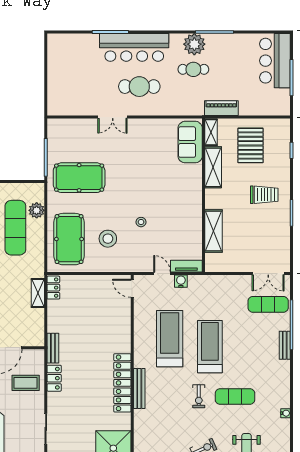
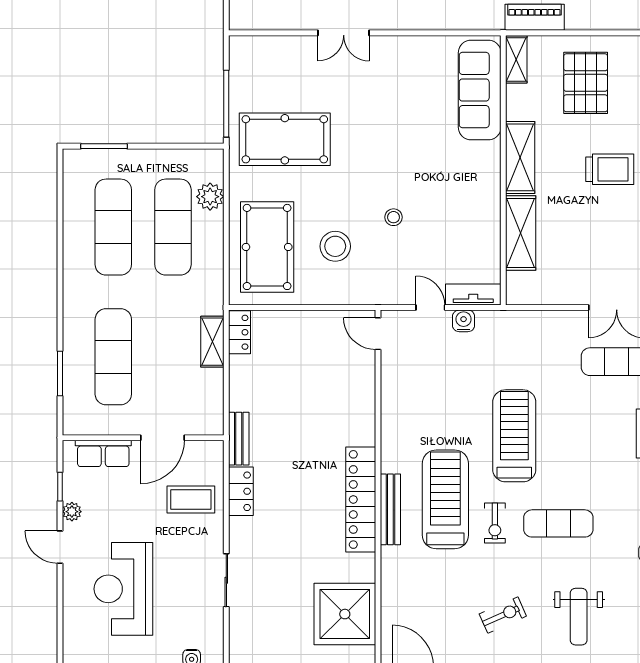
sofa: (190, 142) -> (480, 90), width x1.36
shelving: (213, 167) -> (520, 157), moved
treadmill: (170, 339) -> (445, 499), moved

